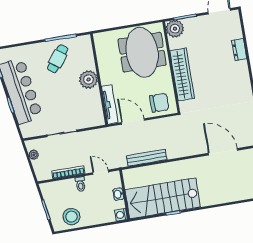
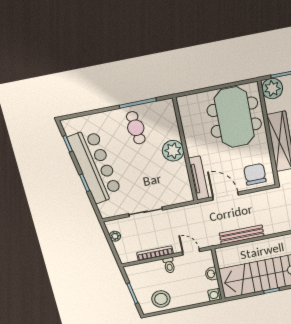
cafe table: (58, 59) -> (136, 128), turned -42
chair: (159, 103) -> (255, 174), turned -90

